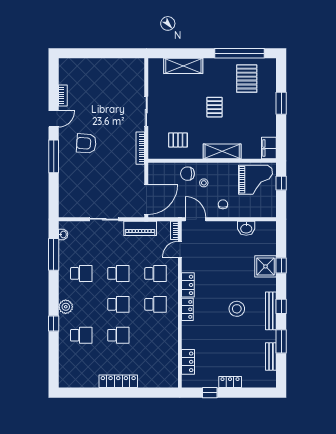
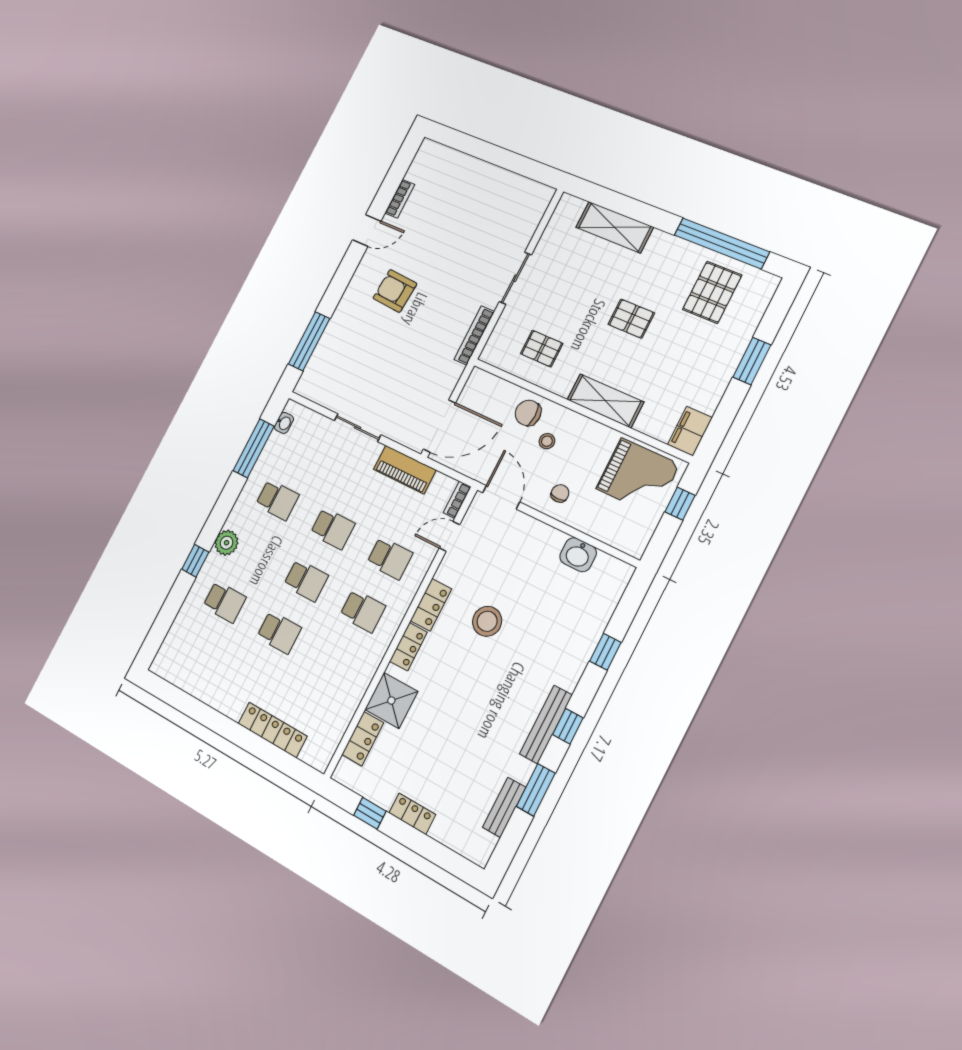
pallet: (214, 107) -> (631, 319), turned 90
window: (54, 156) -> (309, 341), moved
shower: (265, 266) -> (391, 701), moved
stool: (237, 309) -> (487, 621), moved
locker: (118, 381) -> (272, 730), moved

